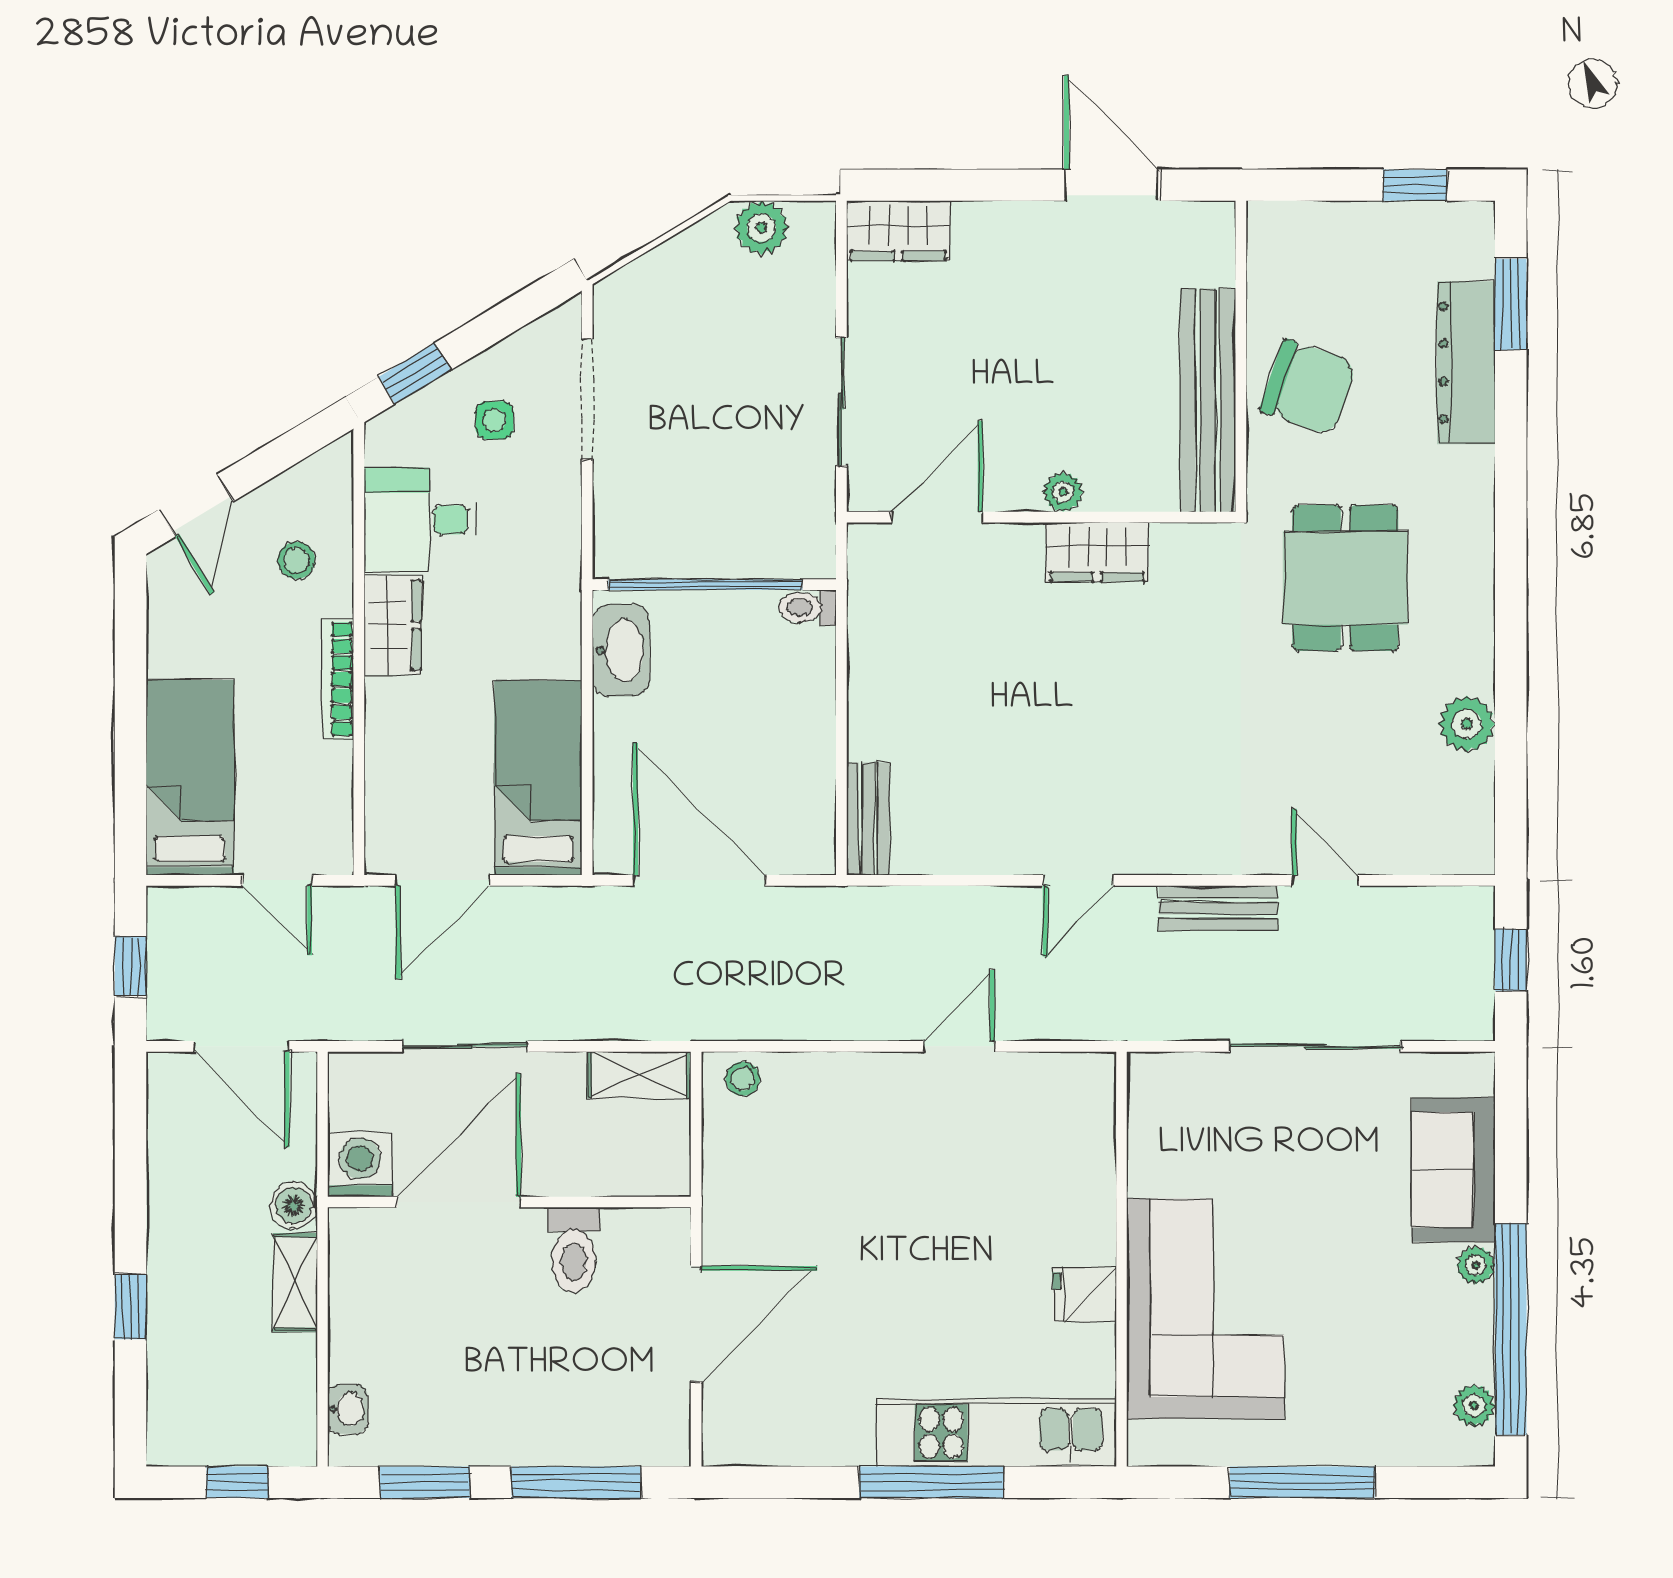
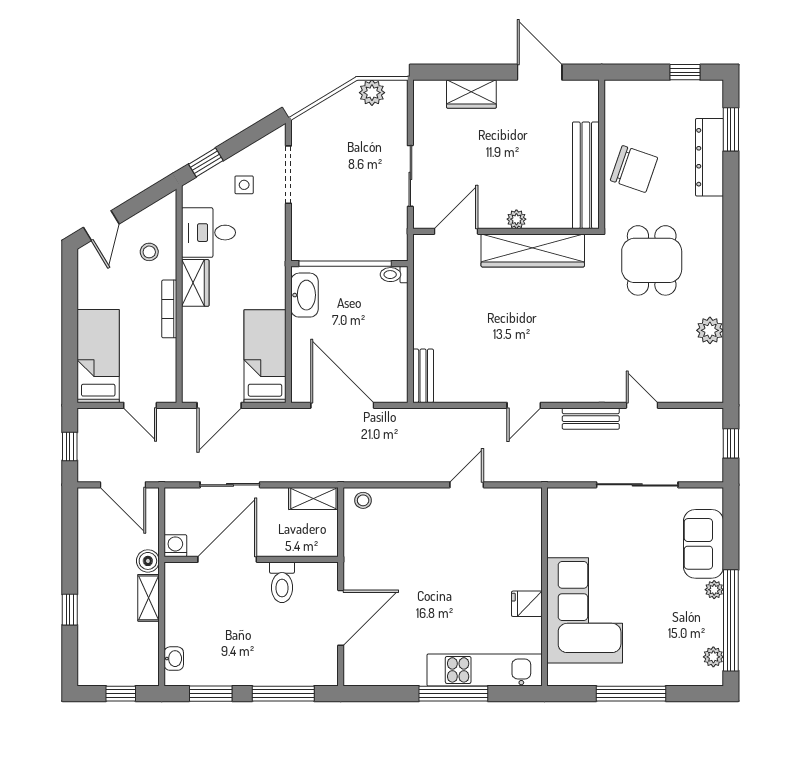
wardrobe: (898, 231) -> (471, 94), moved
wardrobe: (1097, 552) -> (533, 250), width x2.10, depth x1.17
washing machine: (360, 1165) -> (175, 546), width x0.73, depth x0.73

